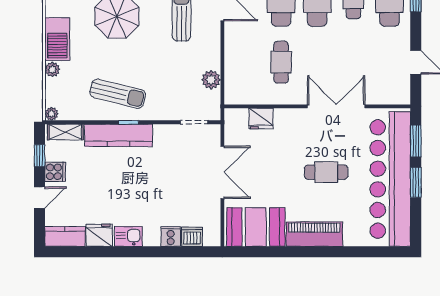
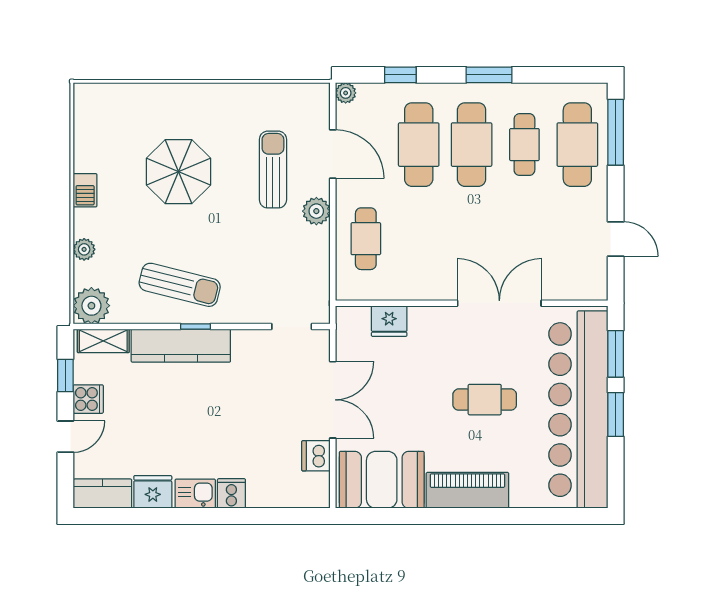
barbecue: (57, 39) -> (85, 190), width x0.53, depth x0.65
cafe table: (281, 62) -> (366, 239), moved
plant: (211, 80) -> (316, 211), moved
plant: (52, 114) -> (91, 306), width x1.88, depth x1.88
cooker: (171, 236) -> (231, 493), moved
dishwasher: (192, 237) -> (316, 456), moved, turned -90

